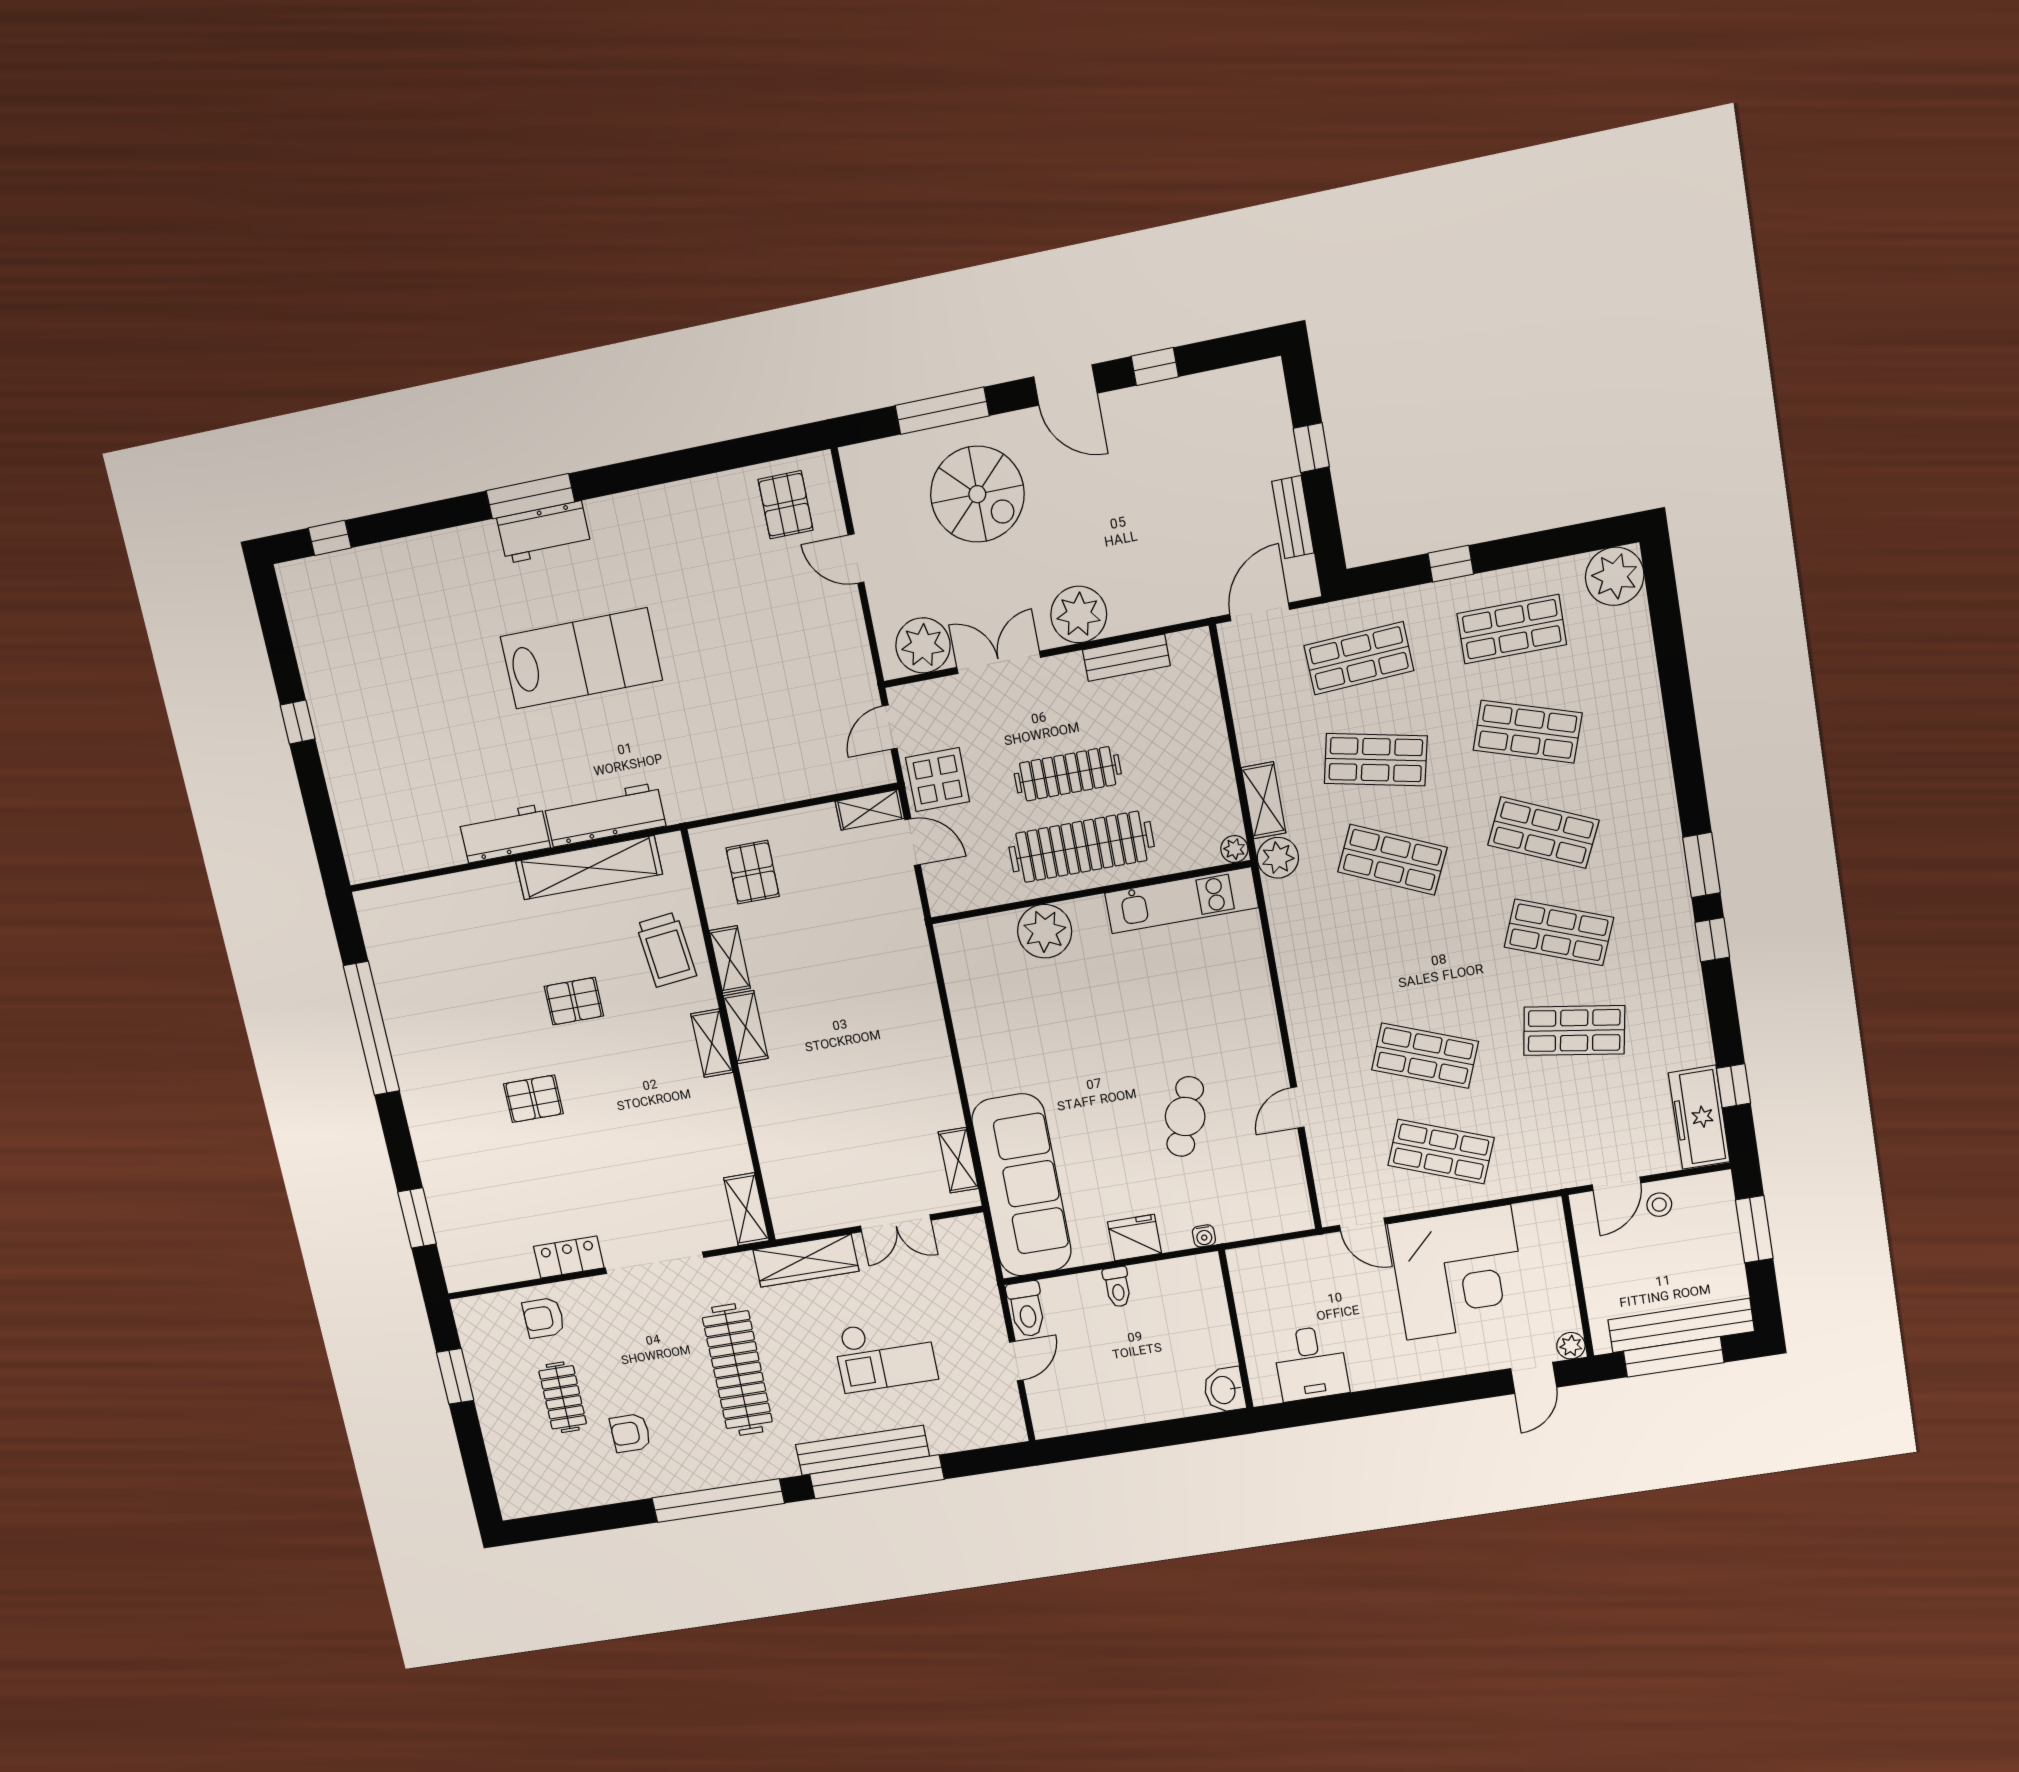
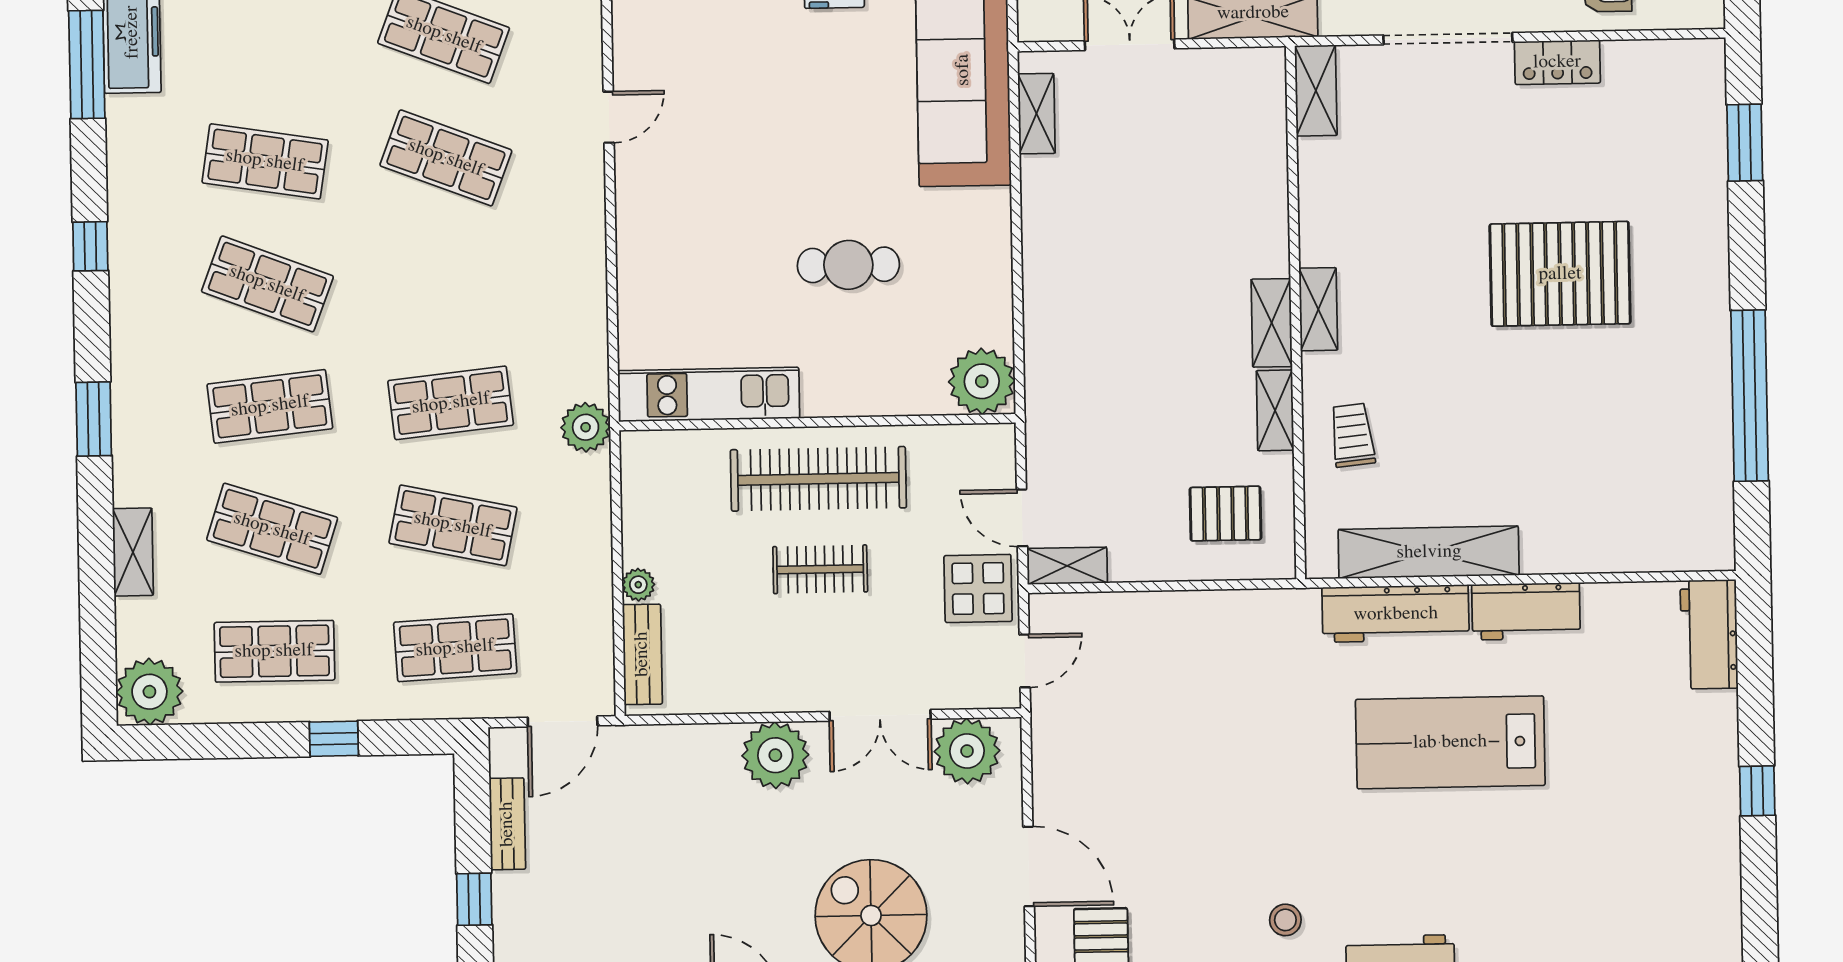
stool: (642, 552) -> (1285, 920), added
door: (856, 559) -> (1029, 867), width x1.38
lab bench: (581, 658) -> (1450, 742), moved
bench: (1126, 658) -> (642, 654), moved, turned 90
clothes rail: (1068, 774) -> (820, 569), width x0.73
shelving: (1263, 800) -> (133, 552), moved
shop shelf: (1543, 833) -> (270, 406), turned -30
workbench: (361, 839) -> (1709, 634), added
plant: (1234, 849) -> (638, 585), moved
shop shelf: (1392, 860) -> (451, 403), turned -30
window: (1701, 865) -> (94, 419), moved
pallet: (753, 872) -> (1226, 514), turned 90
plant: (1045, 931) -> (982, 381), moved
trolley: (666, 950) -> (1352, 435), width x0.73, depth x0.72
pallet: (574, 1001) -> (1482, 389), removed
window: (1733, 1086) -> (87, 65), width x2.17
pallet: (533, 1099) -> (1560, 274), width x2.05, depth x2.00
cafe table: (1185, 1116) -> (848, 265), moved, turned 71

